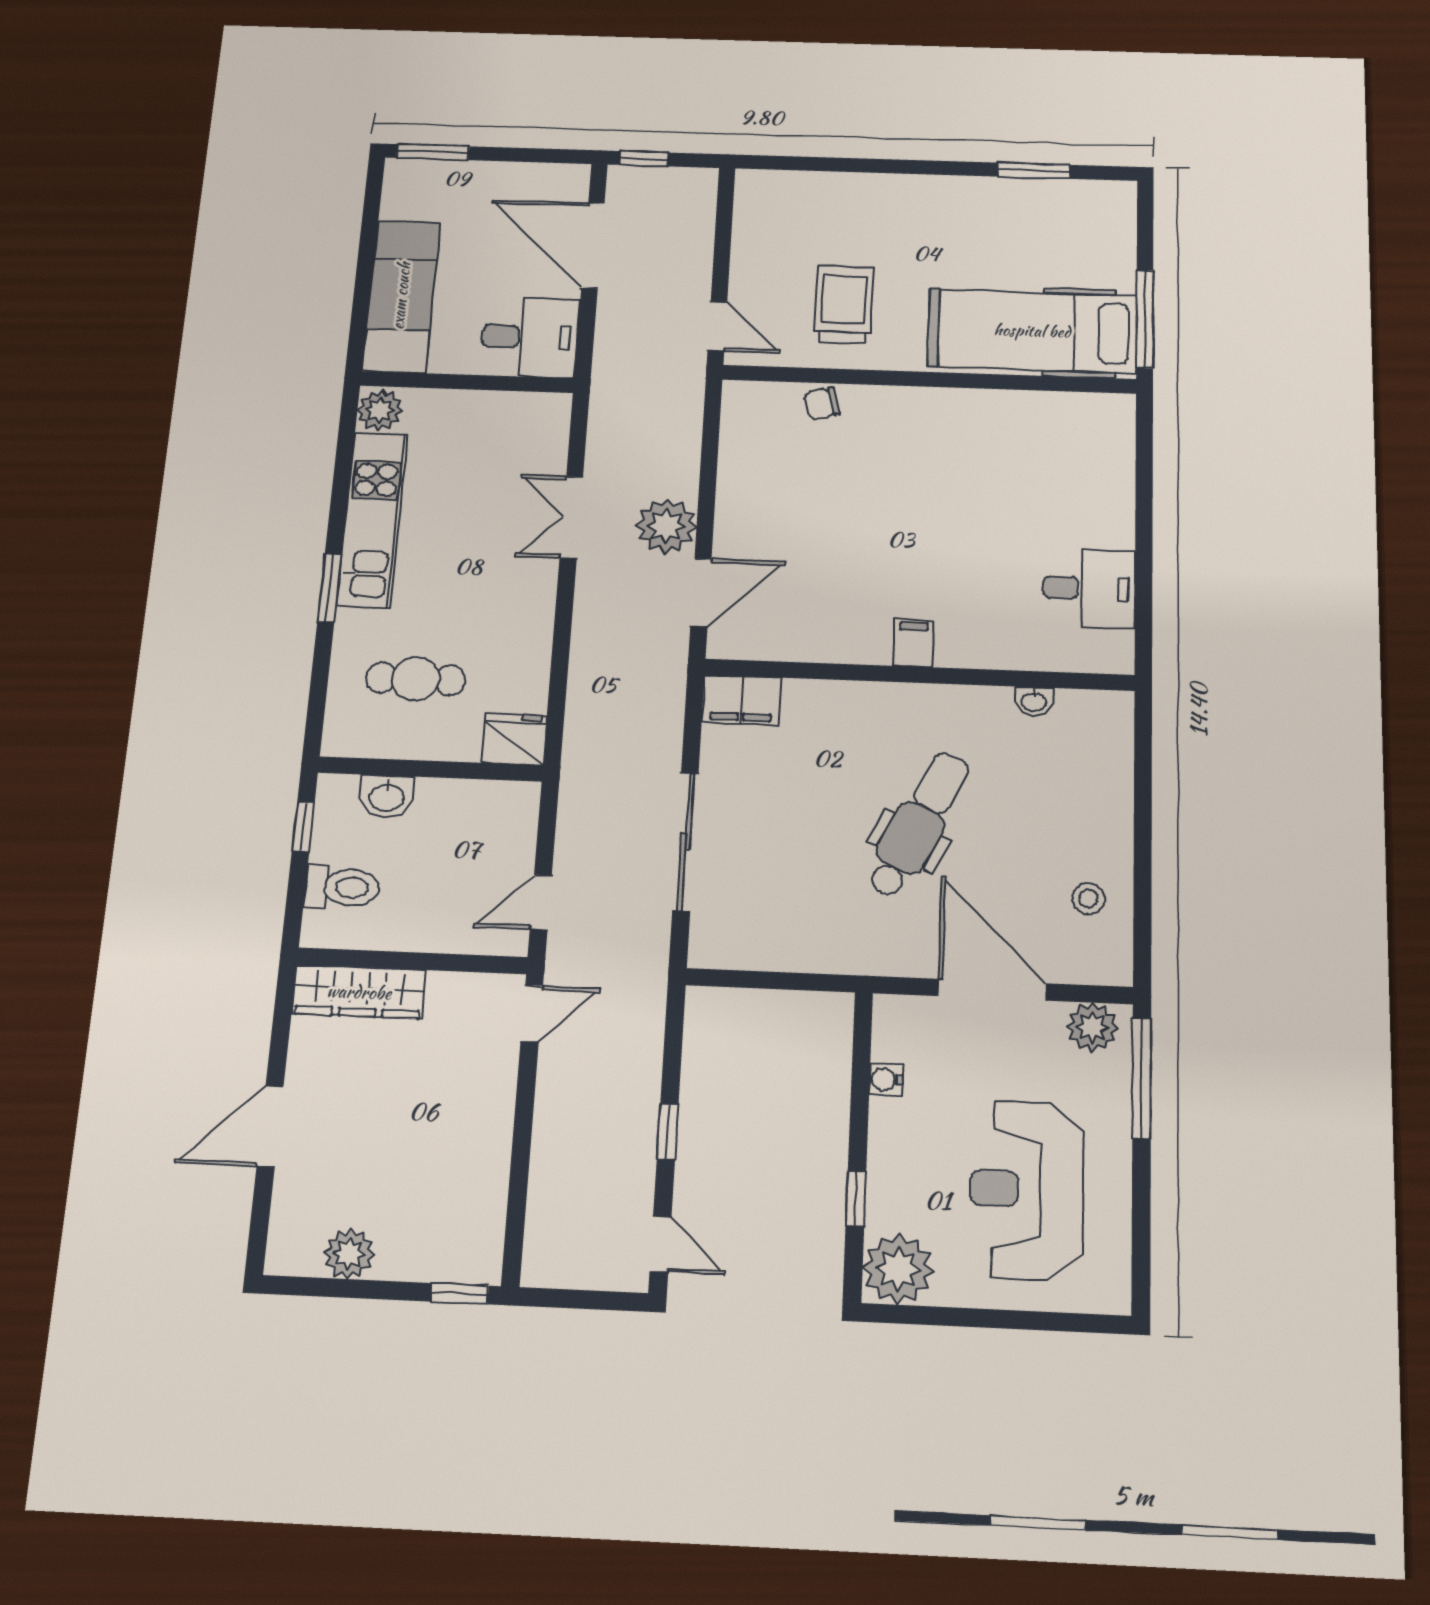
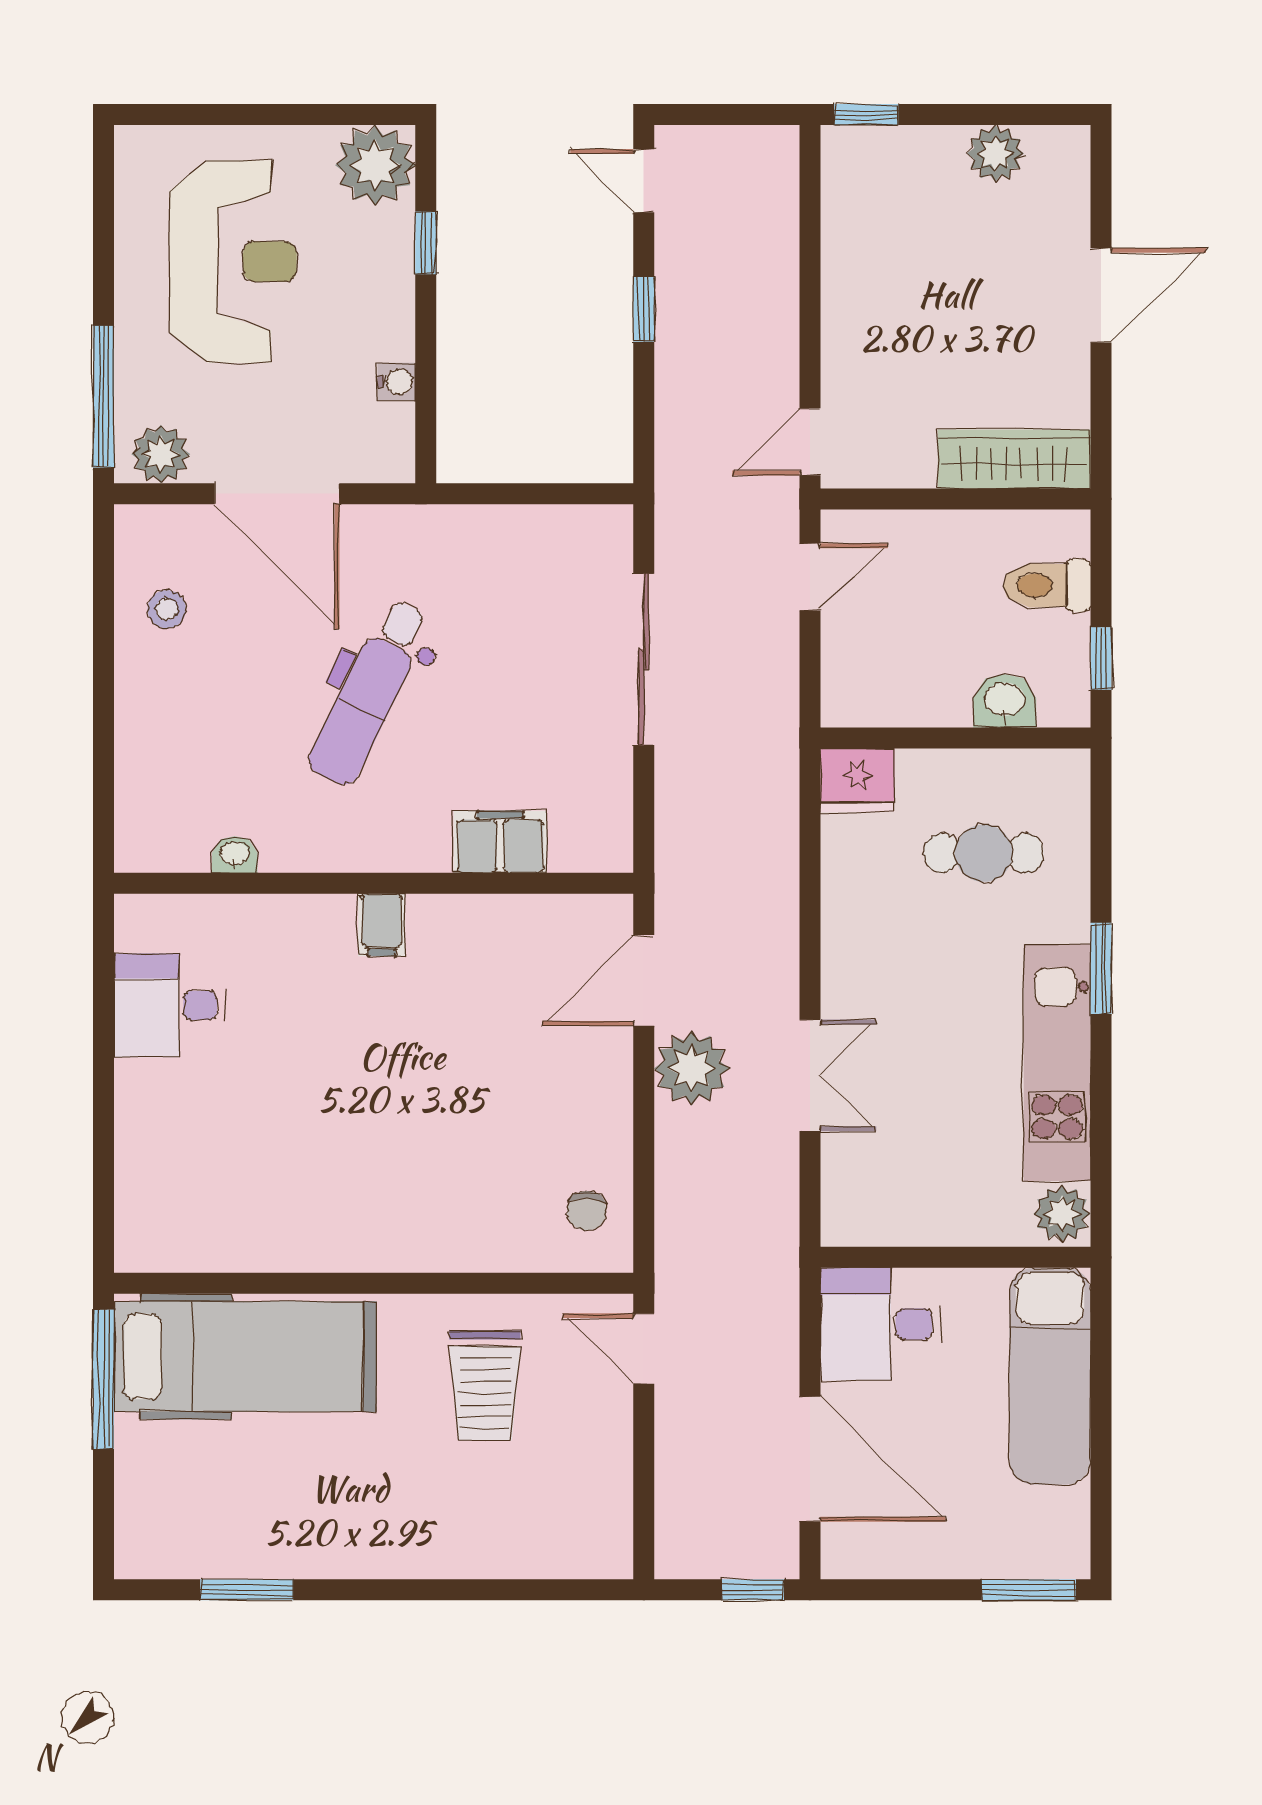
chair: (822, 403) -> (587, 1211), moved, turned 107
filing cabinet: (741, 700) -> (500, 842), moved

